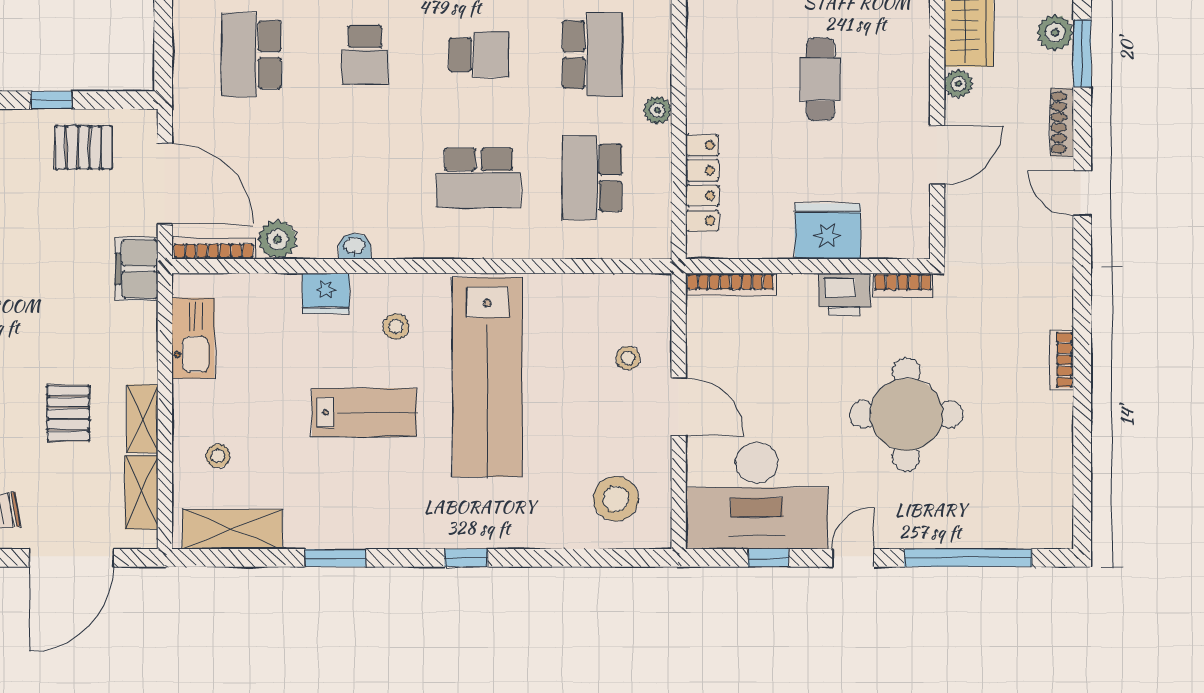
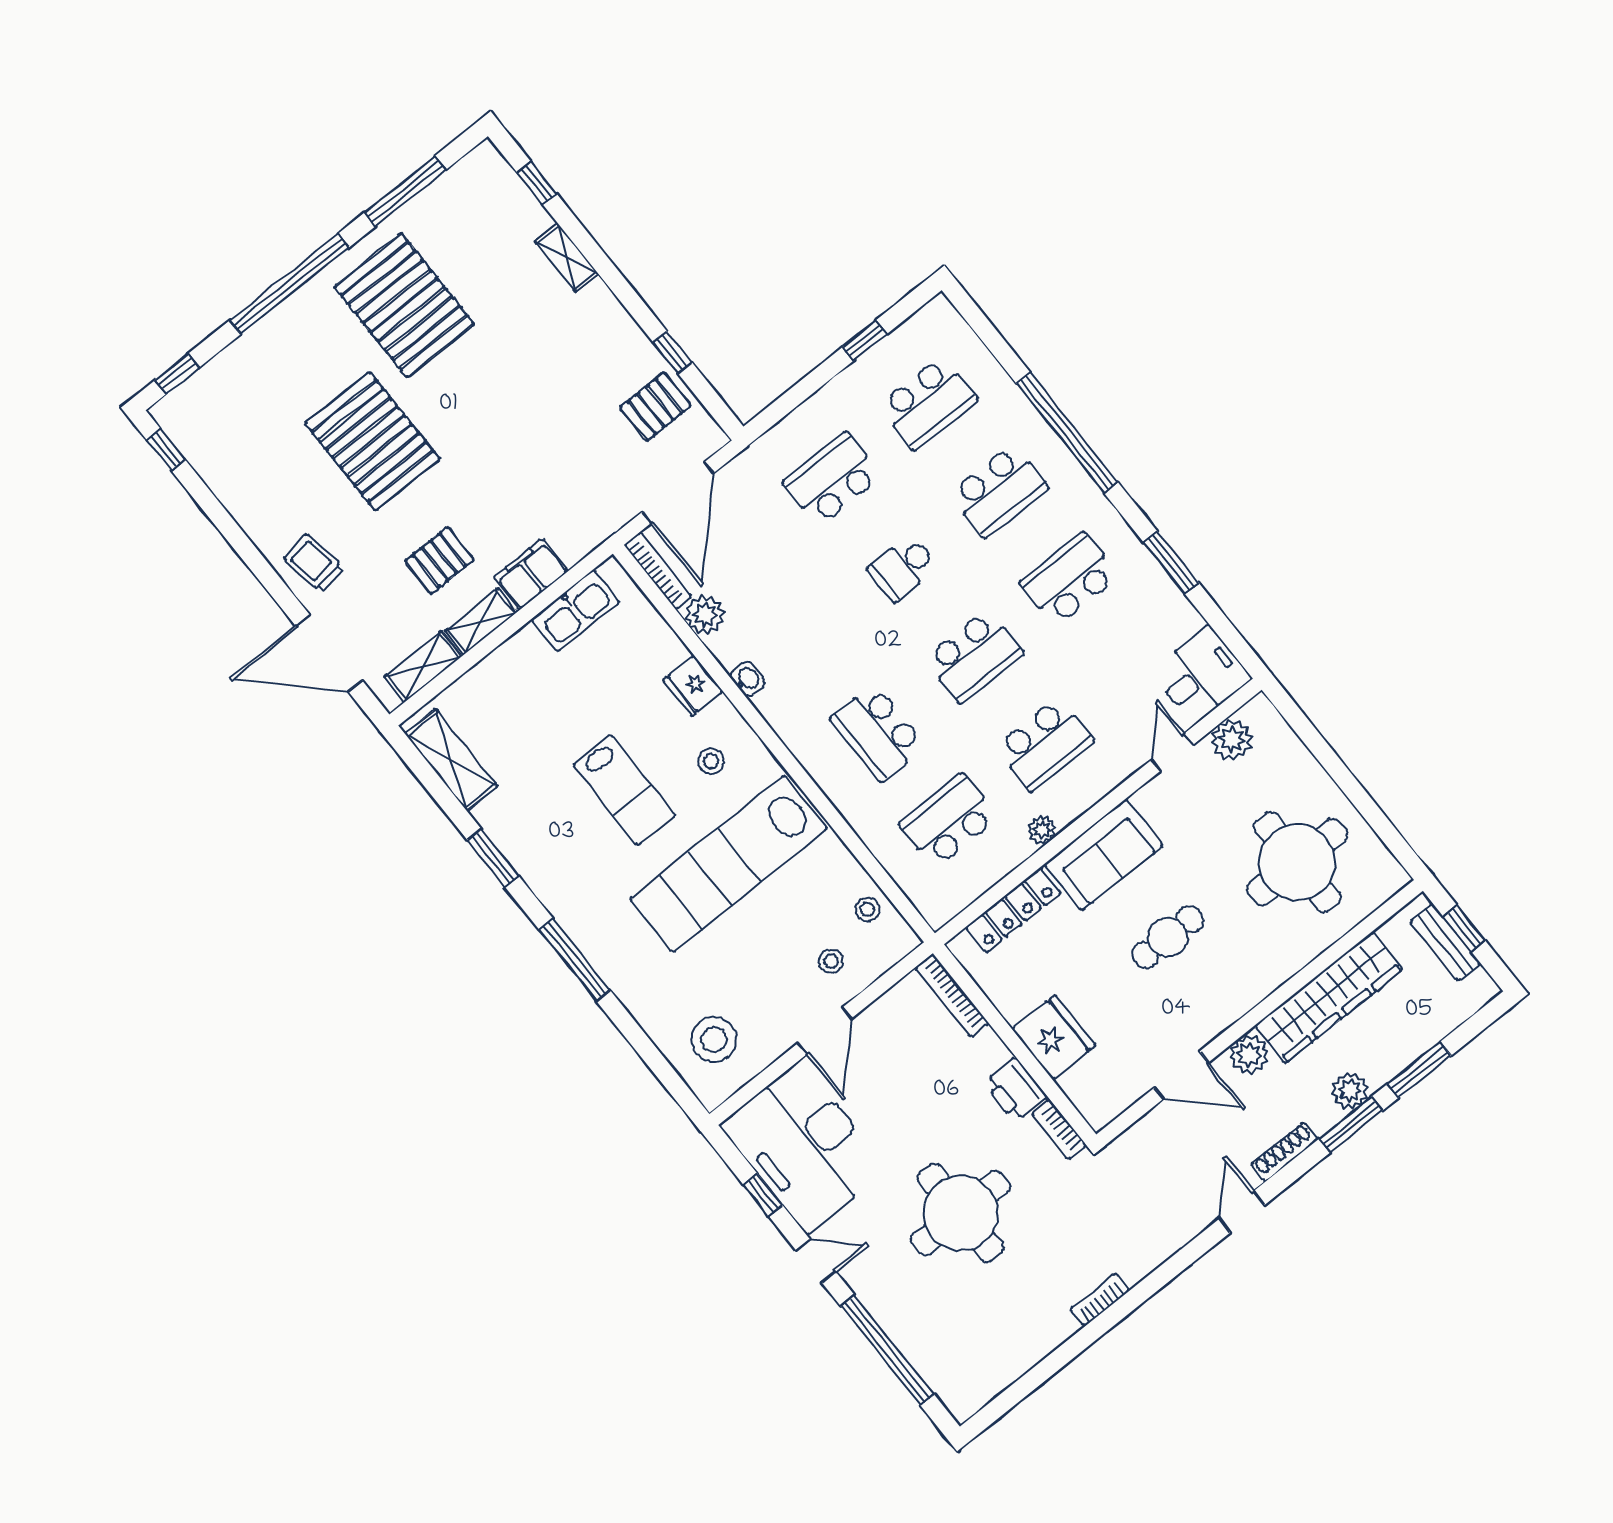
school desk: (478, 55) -> (974, 656), width x1.85
sofa: (716, 78) -> (1104, 855), added
plant: (958, 84) -> (1249, 1055), width x1.38, depth x1.38
pallet: (84, 147) -> (655, 407), turned 90
filing cabinet: (137, 269) -> (531, 574), moved
stool: (218, 456) -> (868, 909), moved
window: (466, 558) -> (575, 960), width x2.17

